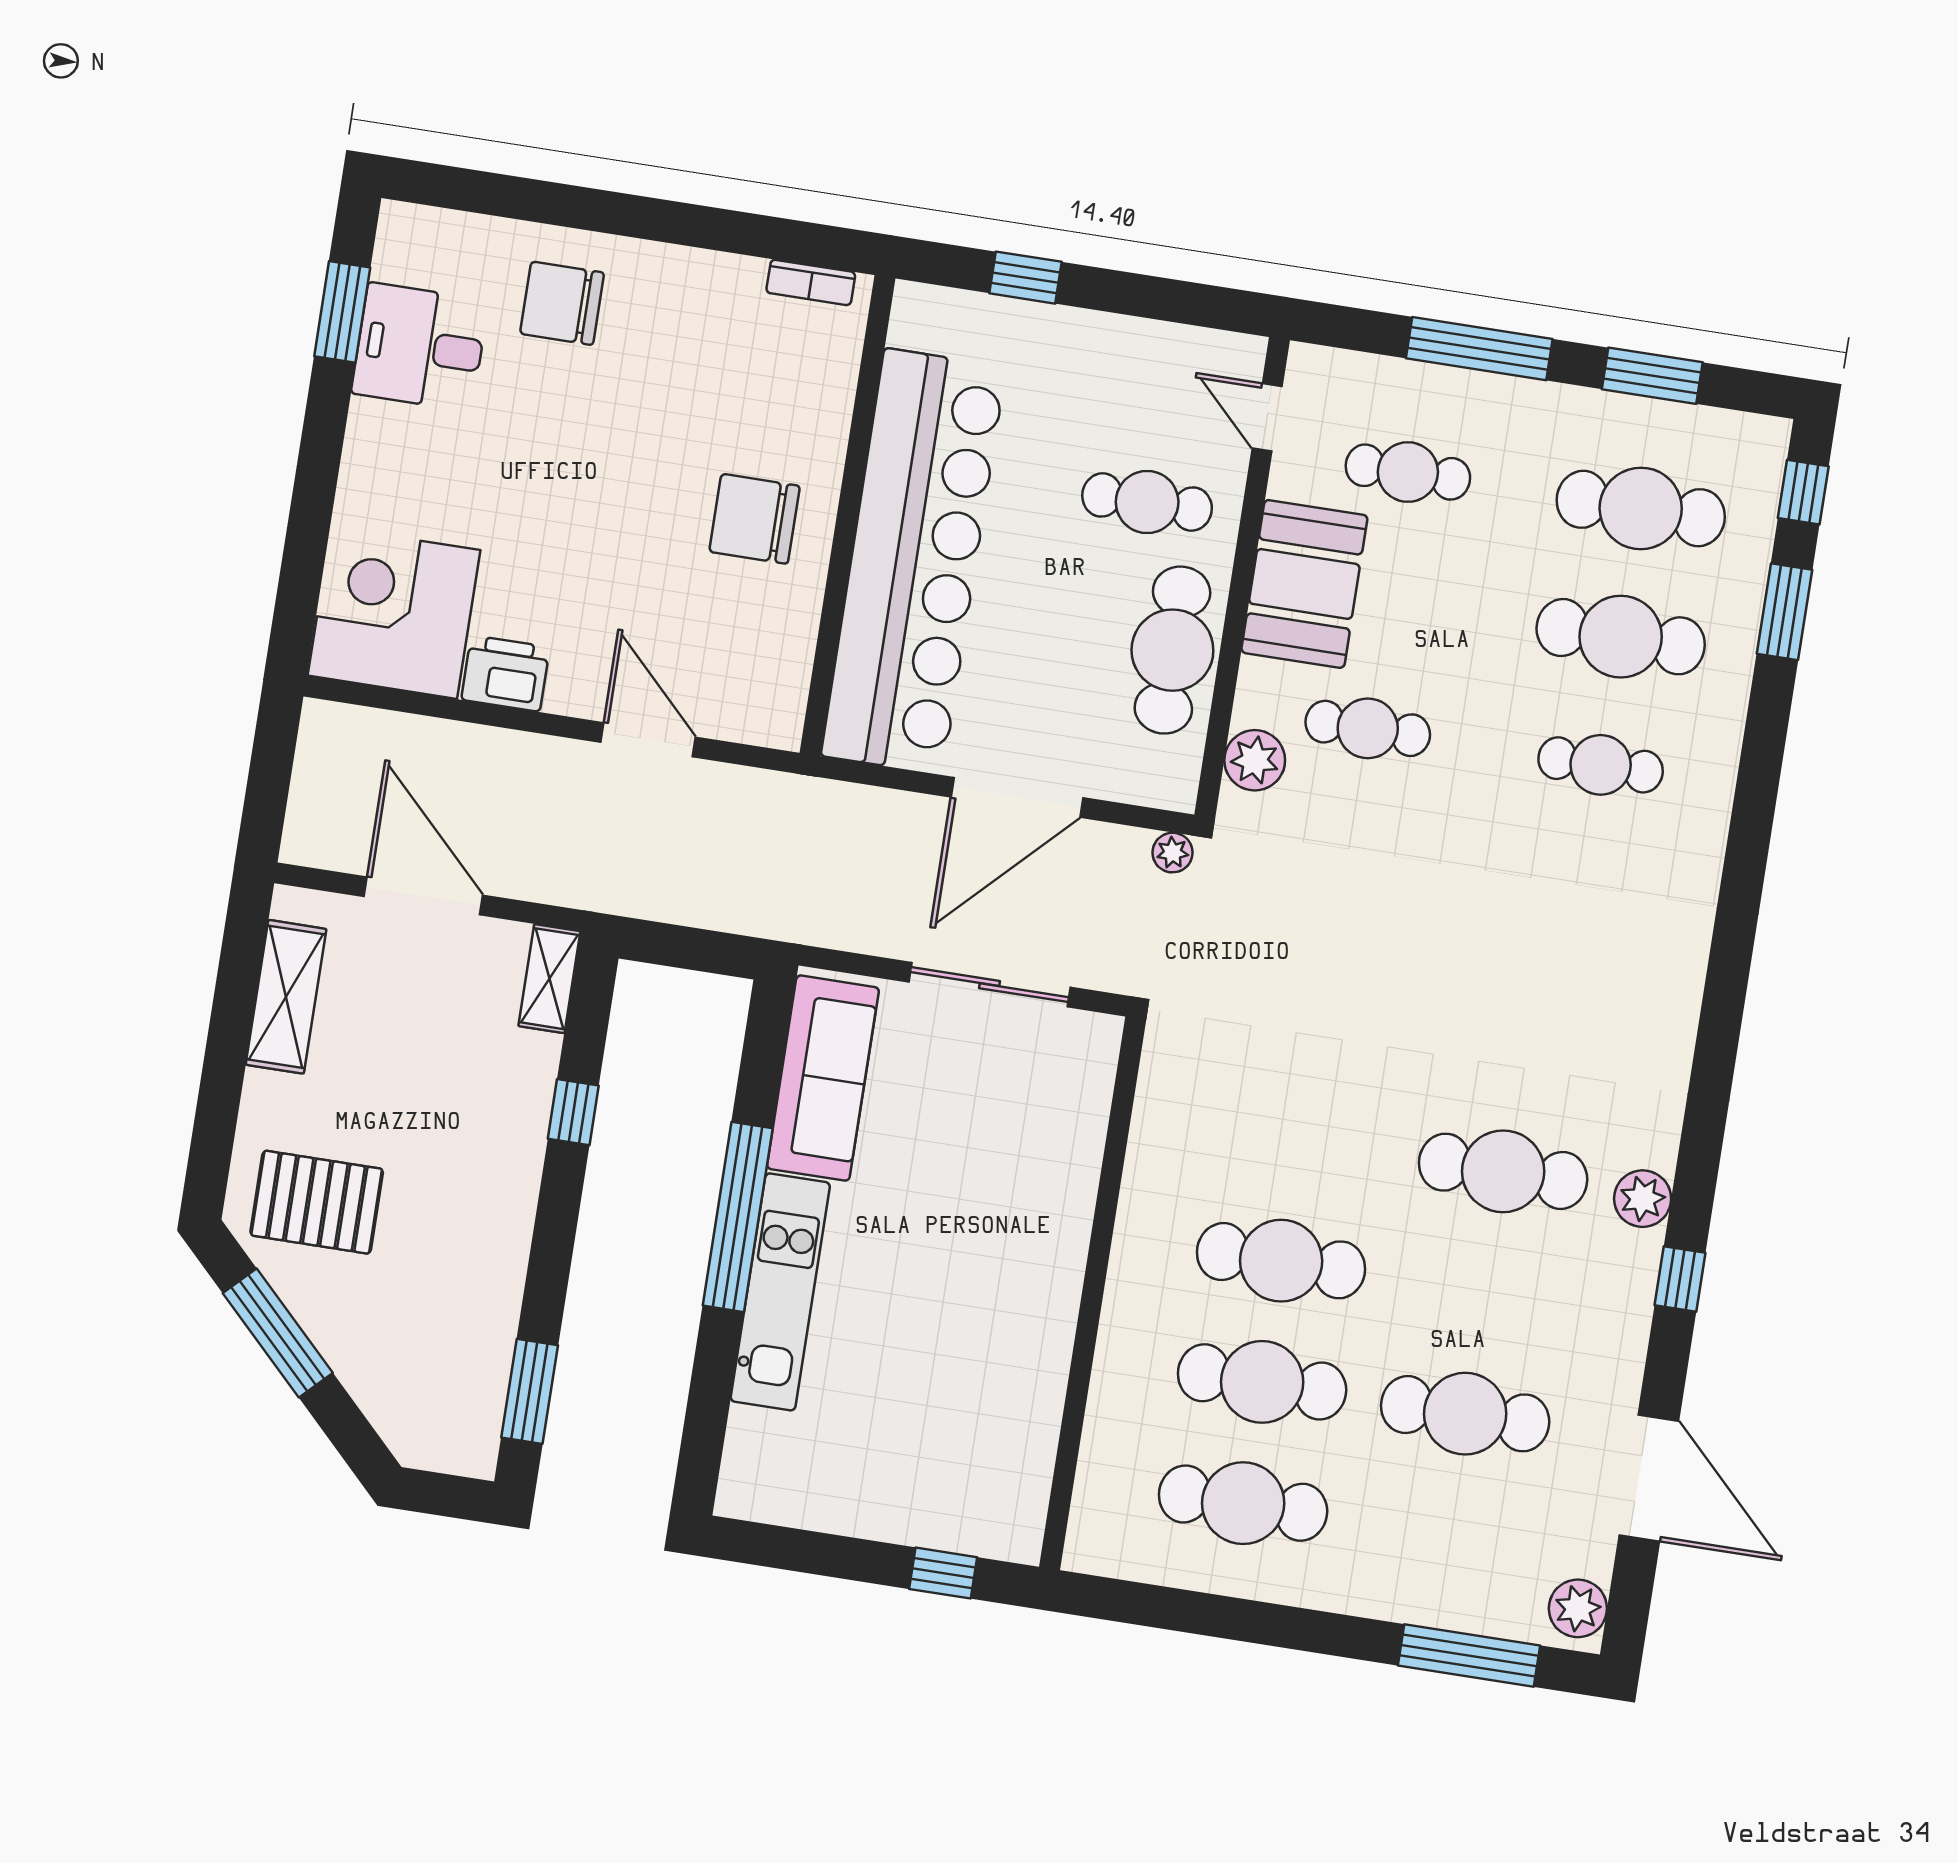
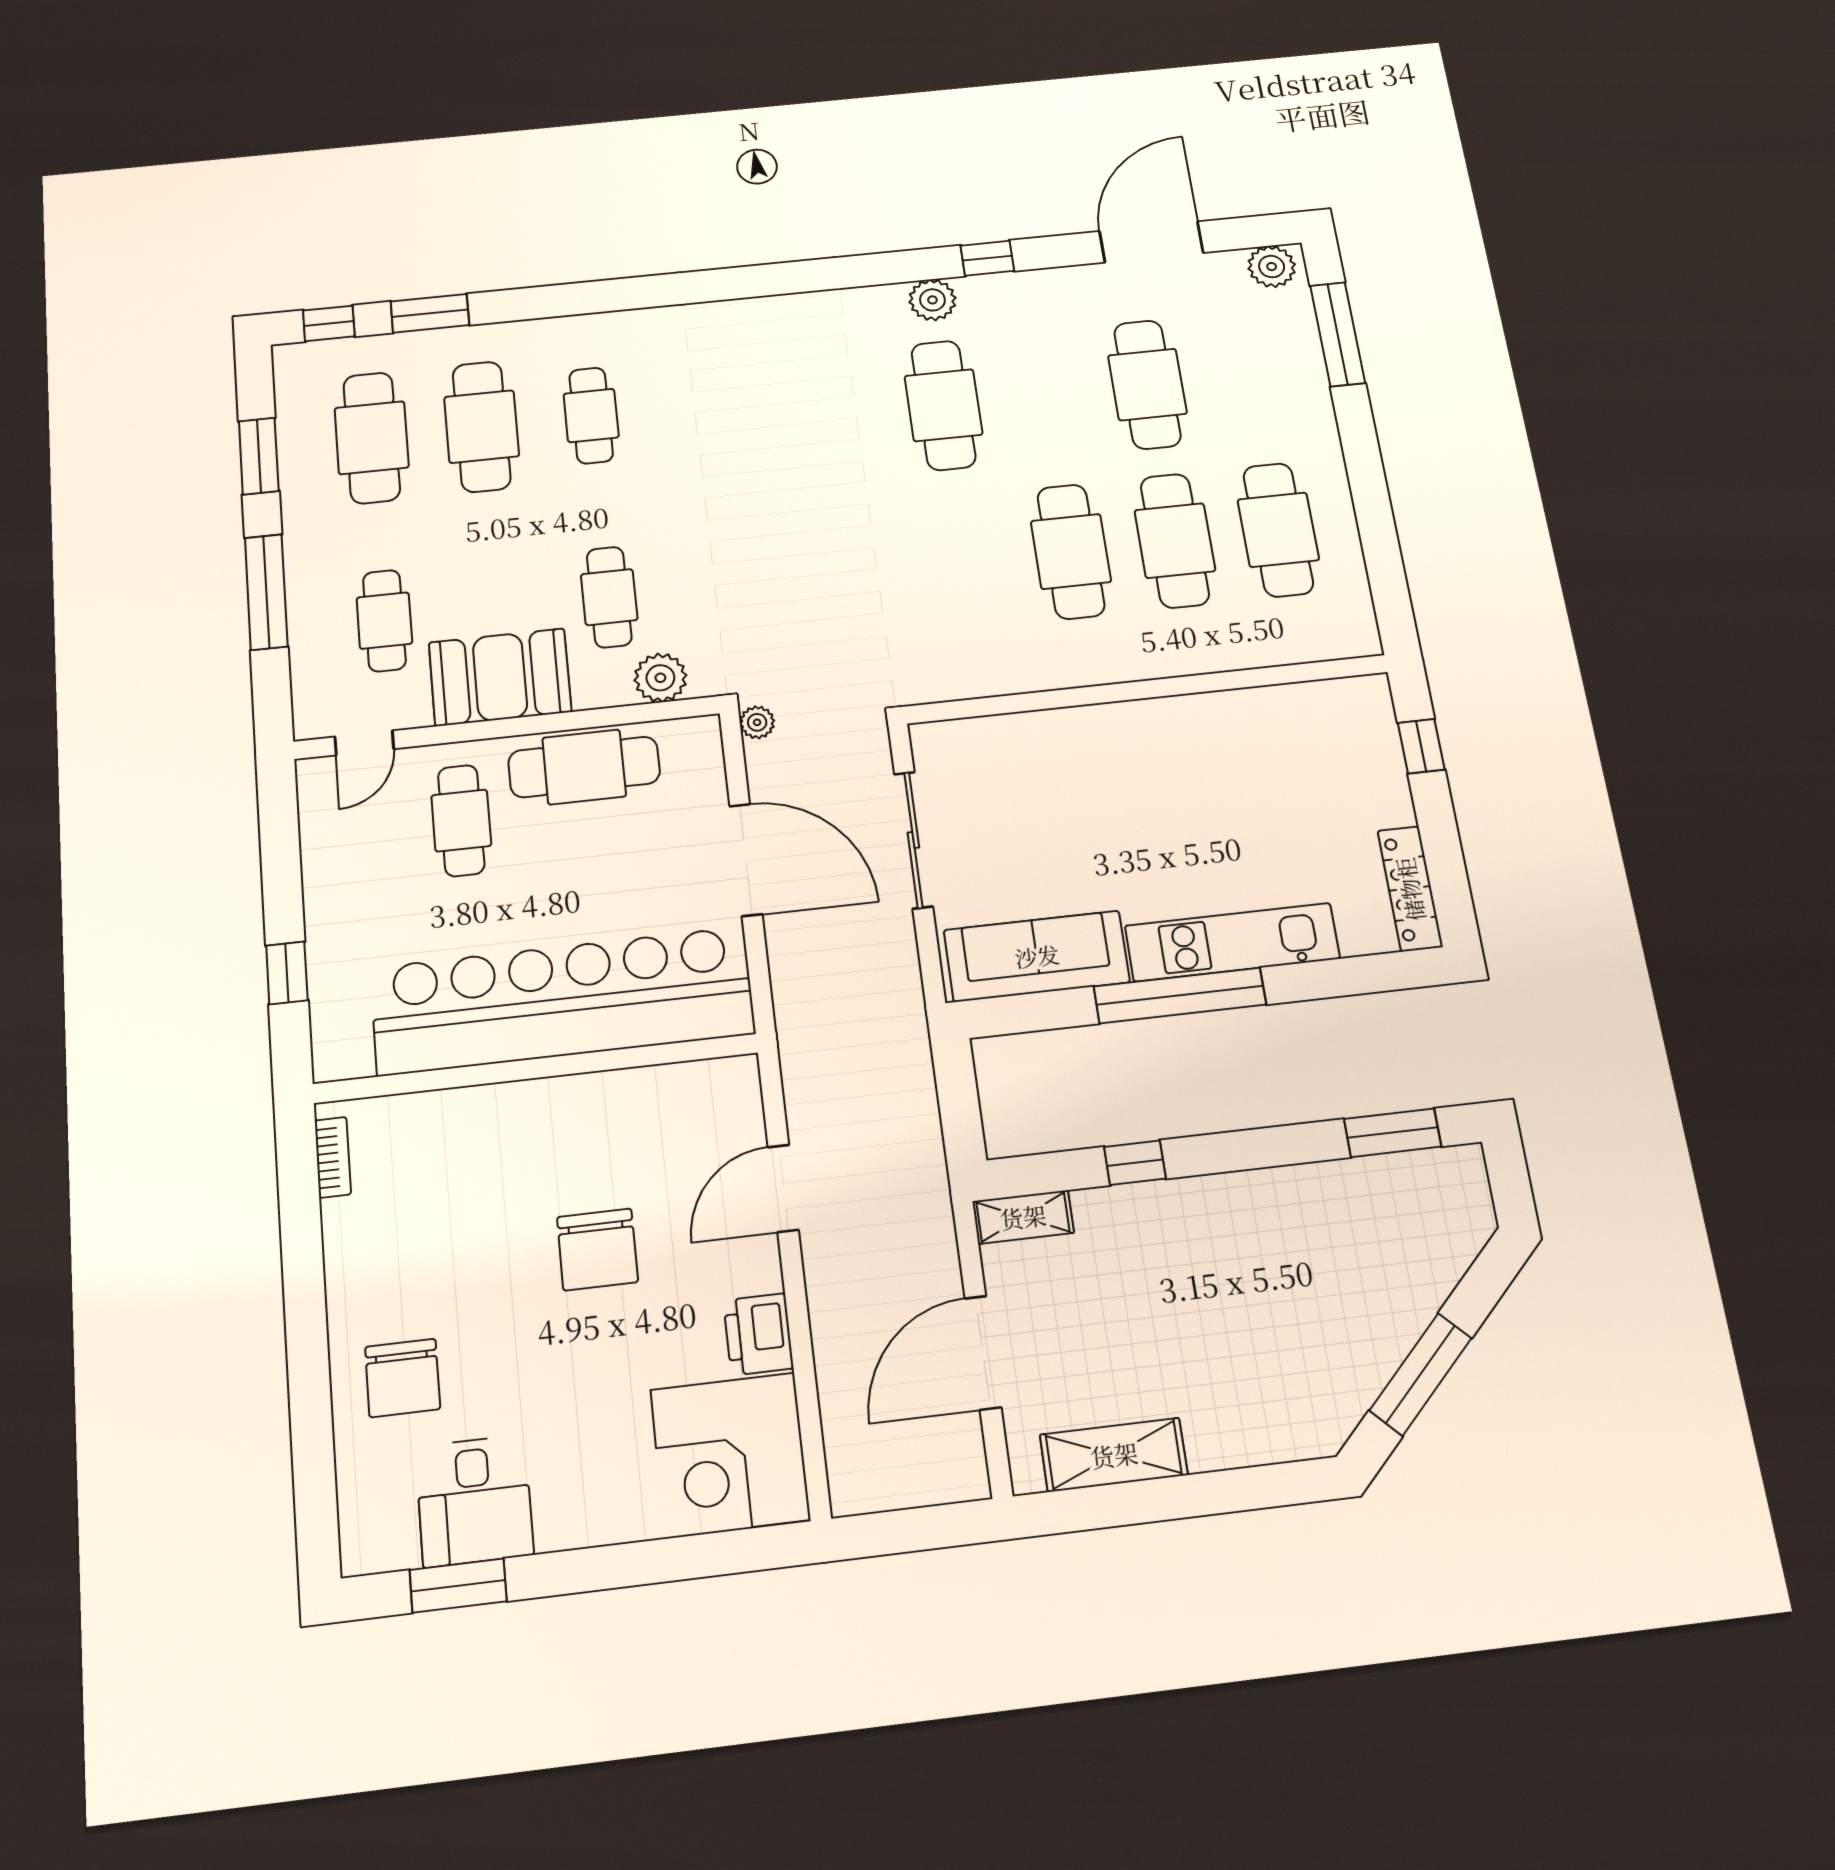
chair: (755, 519) -> (597, 1249), moved
pallet: (317, 1202) -> (1291, 1372), removed
locker: (786, 1503) -> (1410, 889), added

